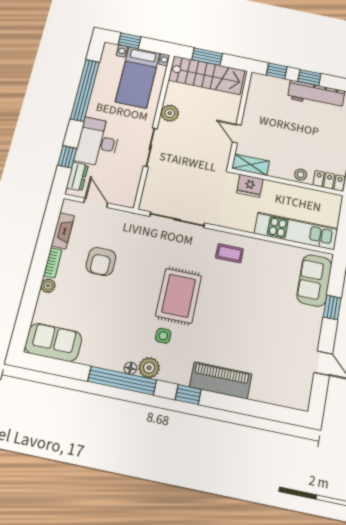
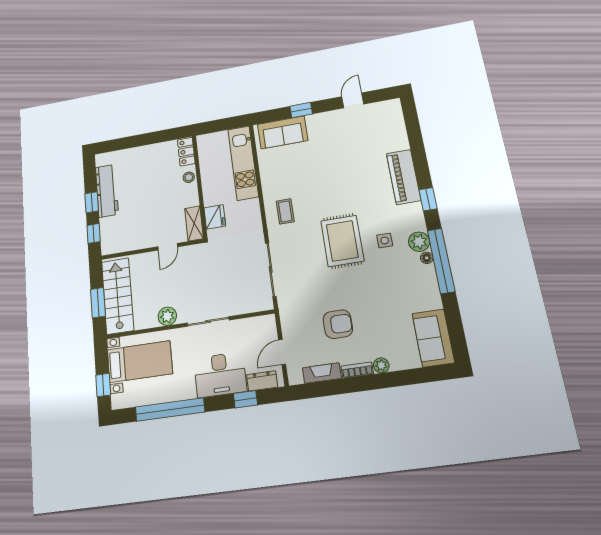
rug: (179, 296) -> (342, 241), turned 90

